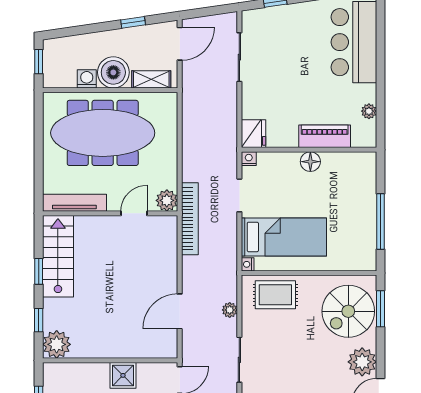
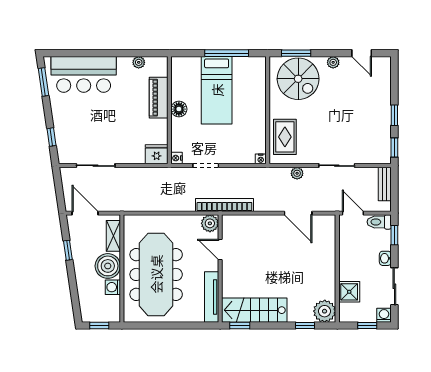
bed: (284, 237) -> (217, 90), moved, turned 180
window: (39, 271) -> (240, 326), moved
plant: (362, 362) -> (333, 62), width x0.53, depth x0.53
shower: (123, 375) -> (349, 292), moved

